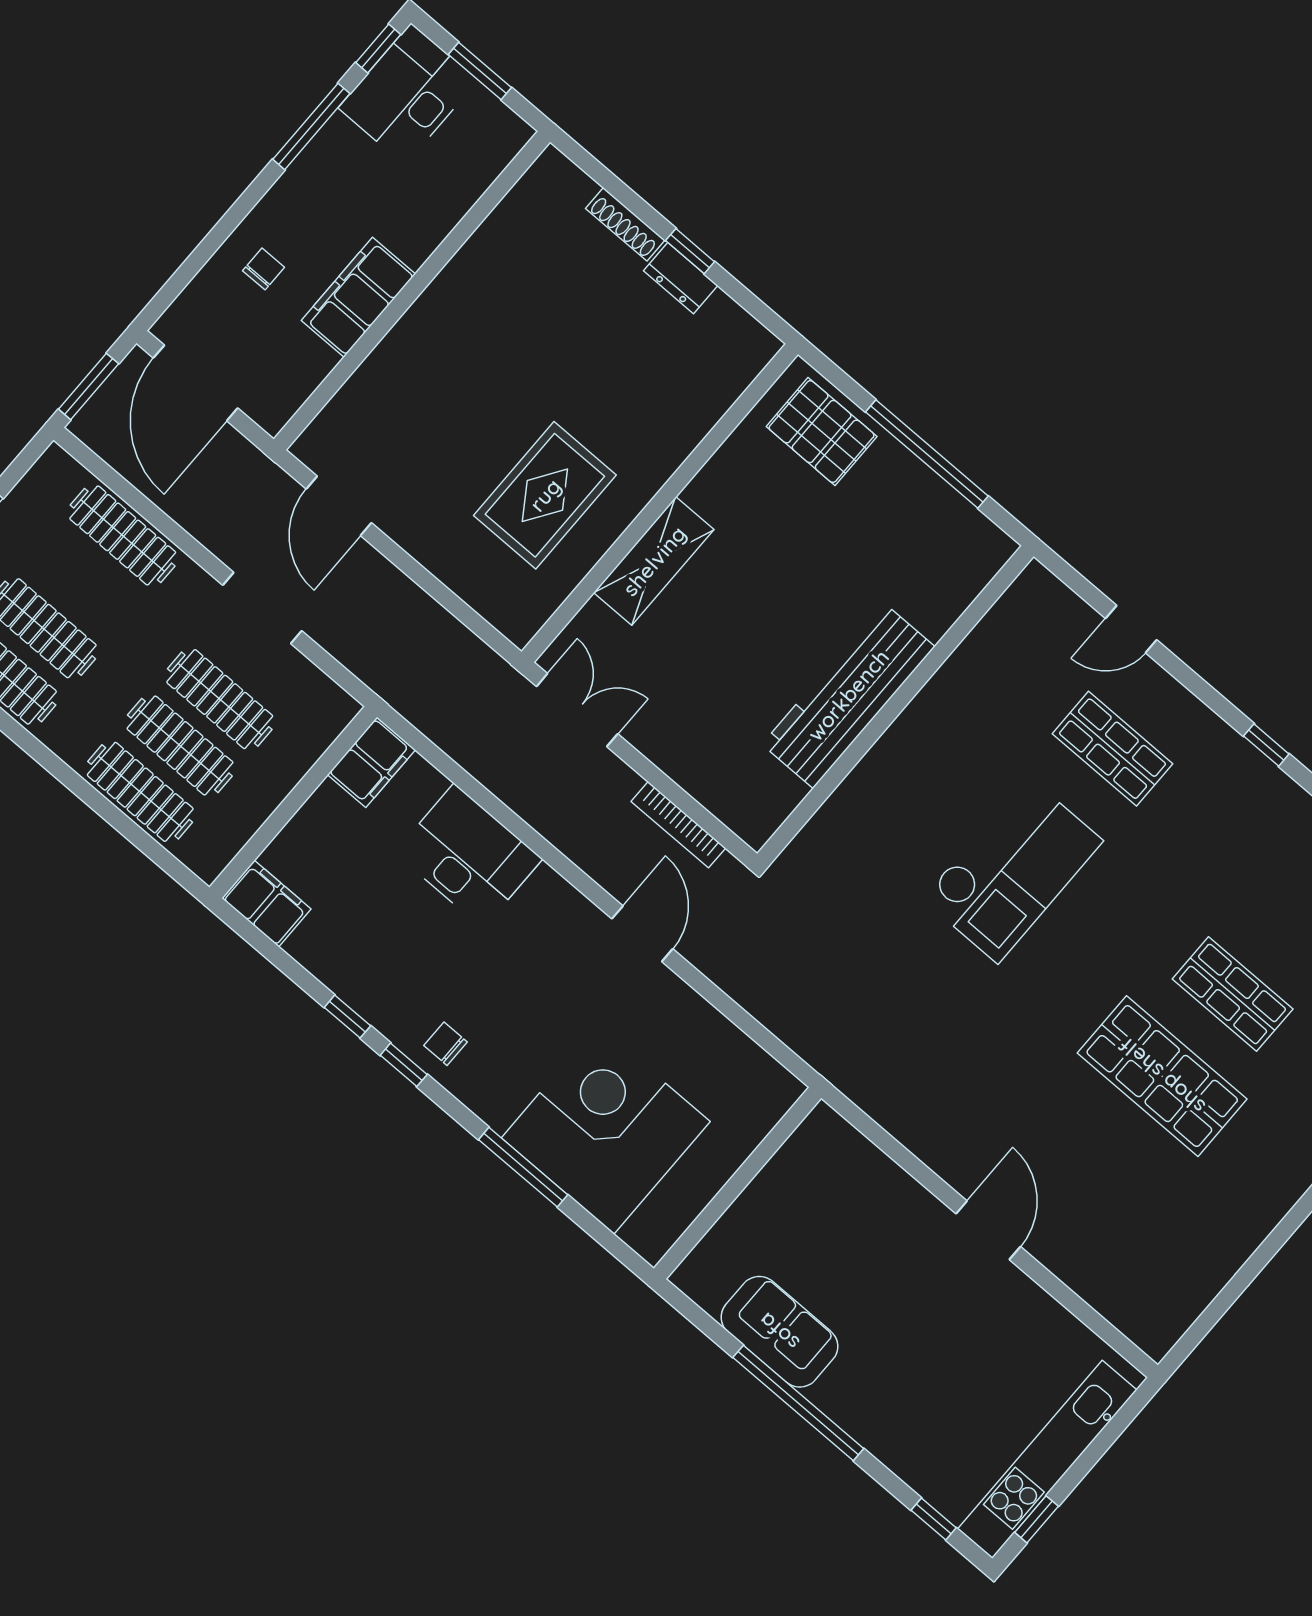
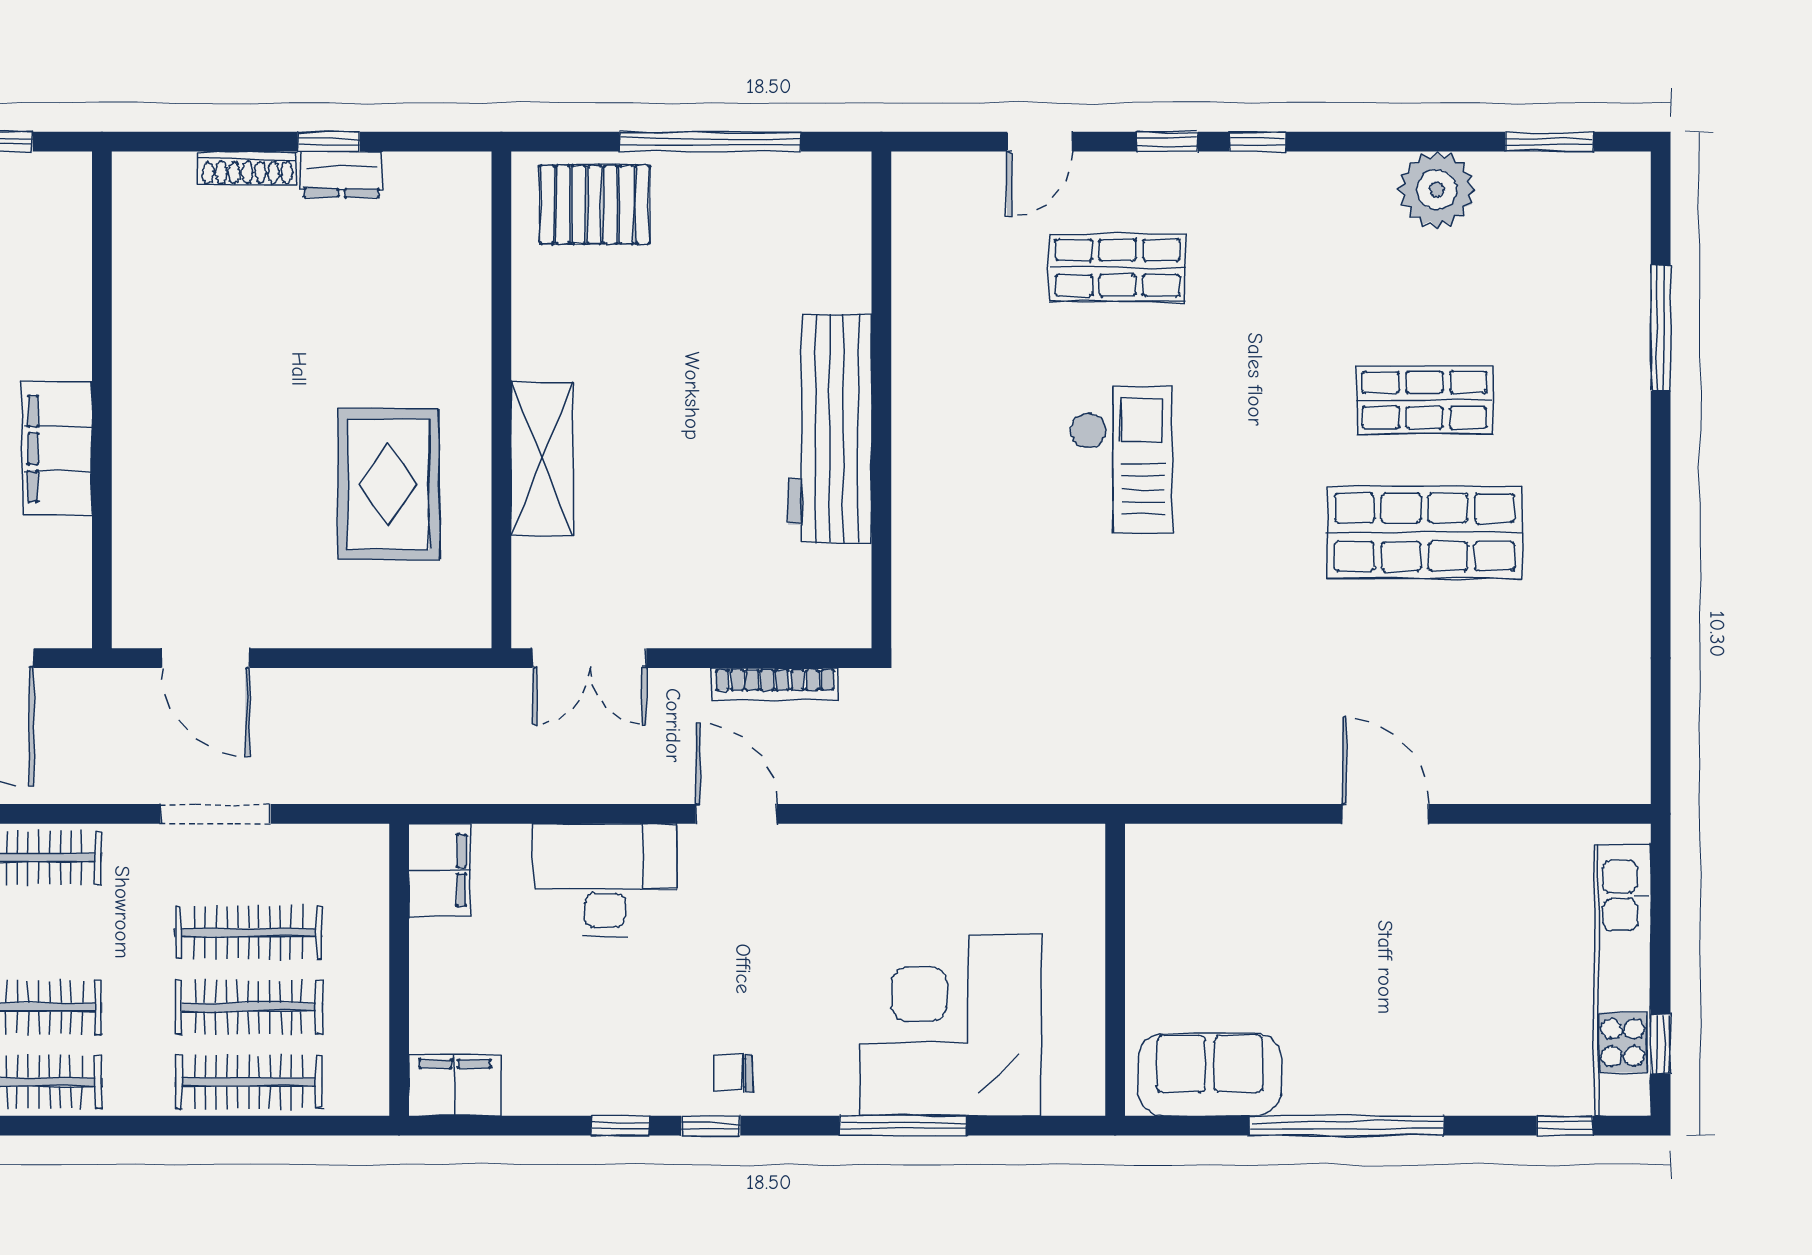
window: (1210, 697) -> (1167, 142), added
double door: (577, 710) -> (589, 658), swing flipped
checkout: (1013, 870) -> (1121, 460), width x0.73, depth x0.83
door: (642, 934) -> (736, 814), moved
sofa: (779, 1332) -> (1210, 1075), moved

